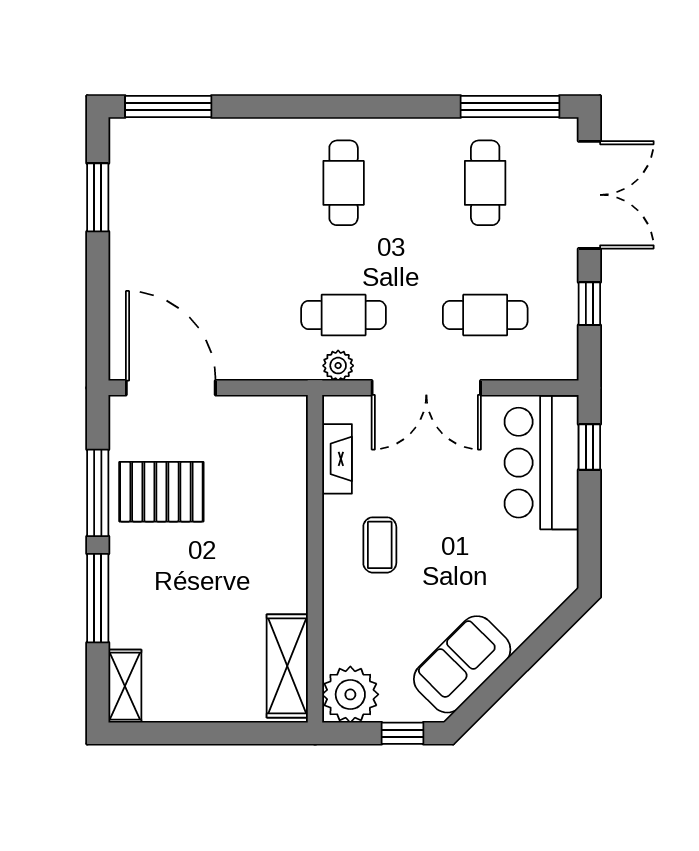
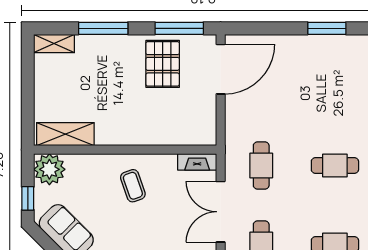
plant: (338, 366) -> (233, 162), removed
fireplace: (337, 459) -> (197, 162), moved
window: (98, 493) -> (179, 28), moved
coffee table: (380, 545) -> (133, 186), turned 71

